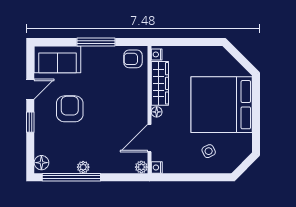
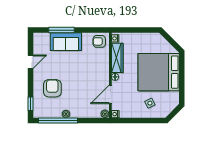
window: (96, 42) -> (61, 30), moved
sofa: (57, 59) -> (66, 42), moved
armchair: (70, 109) -> (52, 88), moved
window: (30, 122) -> (30, 104), moved
floor lamp: (41, 163) -> (38, 111), removed

